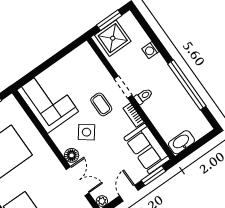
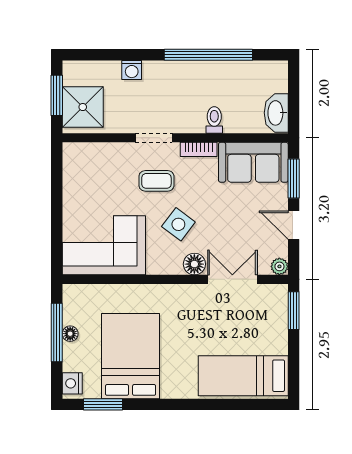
toilet: (143, 96) -> (214, 120), moved

